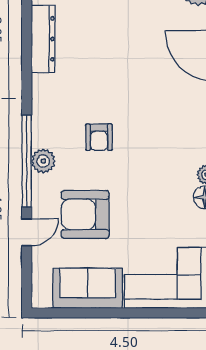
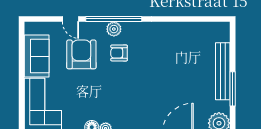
dresser: (43, 39) -> (188, 29), removed
armchair: (99, 137) -> (119, 53), moved

